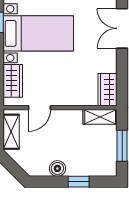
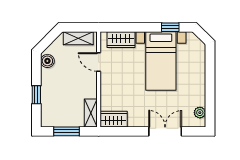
boiler: (57, 168) -> (47, 61), moved

